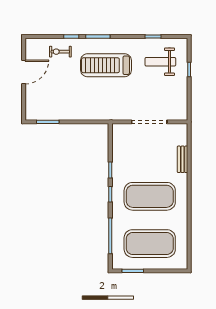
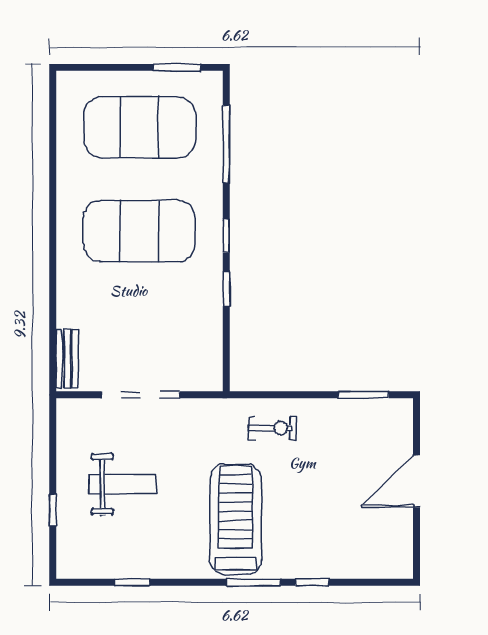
exercise bike: (60, 52) -> (272, 428), moved
weight bench: (160, 62) -> (123, 484), moved
treadmill: (106, 65) -> (236, 519), turned -90
door: (24, 72) -> (417, 481), moved
bench: (183, 159) -> (67, 359), moved

